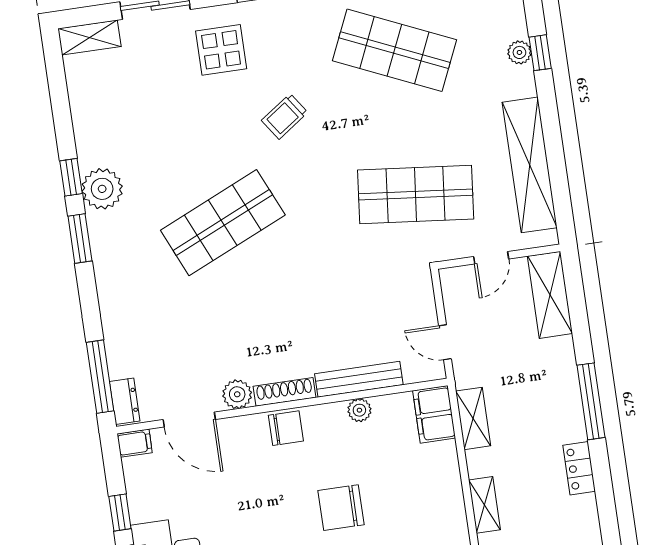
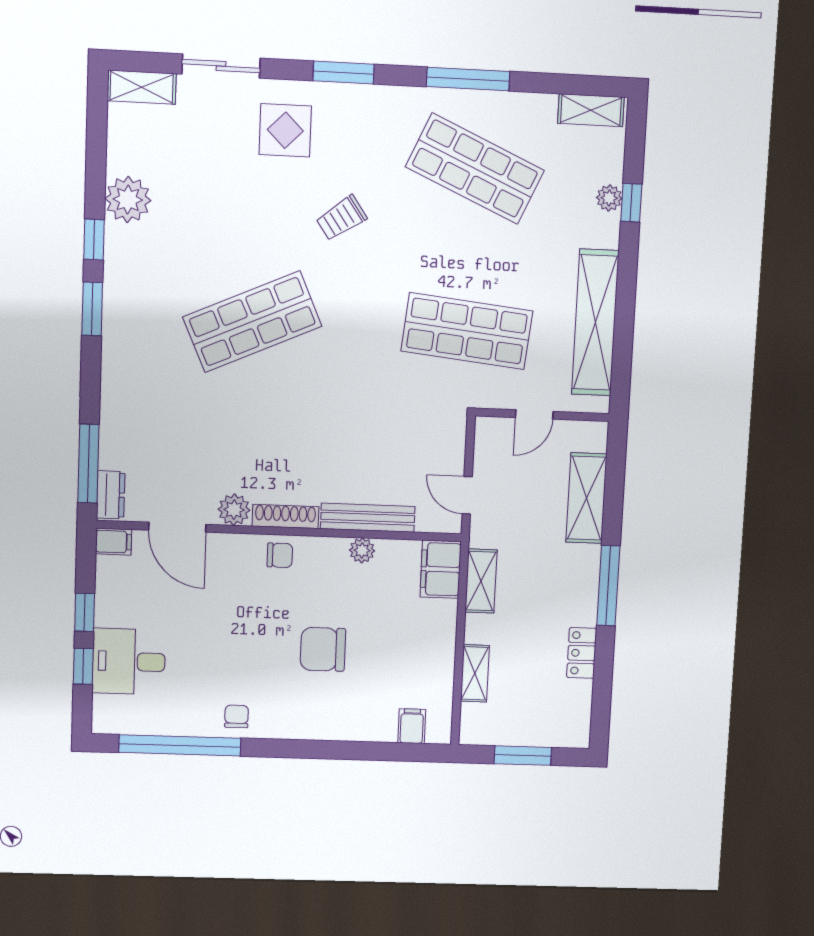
plant: (102, 189) -> (128, 200), moved
shelving: (550, 295) -> (586, 498), moved
chair: (286, 428) -> (280, 555), width x0.73, depth x0.73

